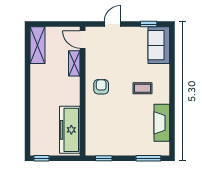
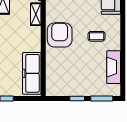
armchair: (101, 87) -> (60, 35), width x1.88, depth x1.88
window: (104, 158) -> (77, 99), moved

